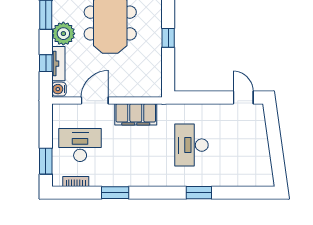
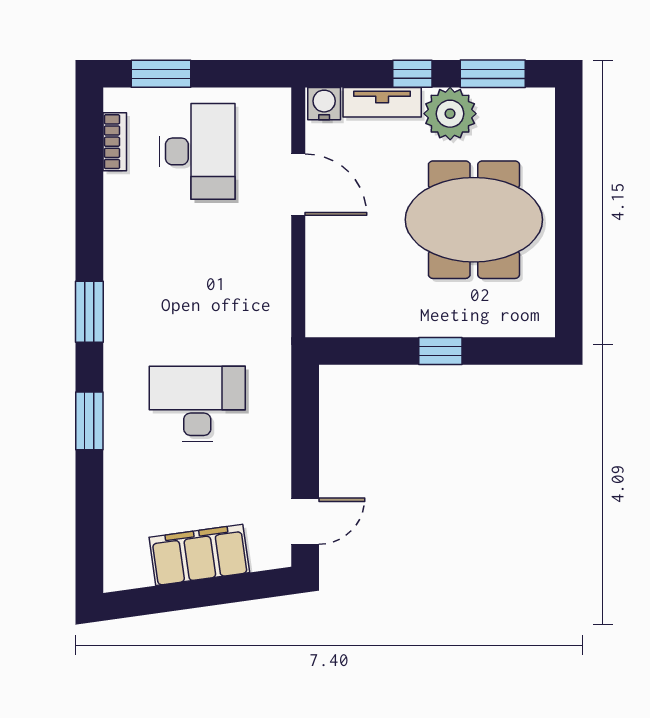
window: (46, 63) -> (412, 74), moved
filing cabinet: (136, 114) -> (199, 555), moved, turned 82
window: (115, 193) -> (89, 312), moved

